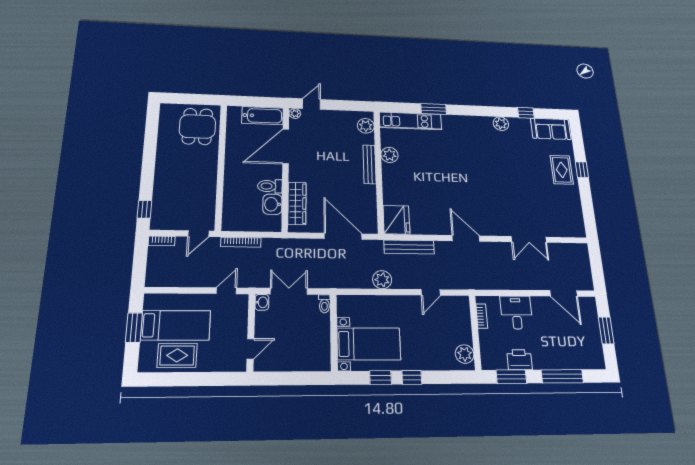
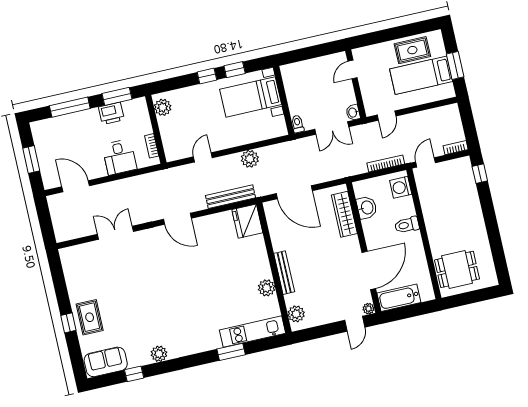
dining table: (197, 126) -> (457, 269), turned 90
toilet: (270, 186) -> (407, 225), moved, turned 180
washing machine: (232, 215) -> (401, 187), added

